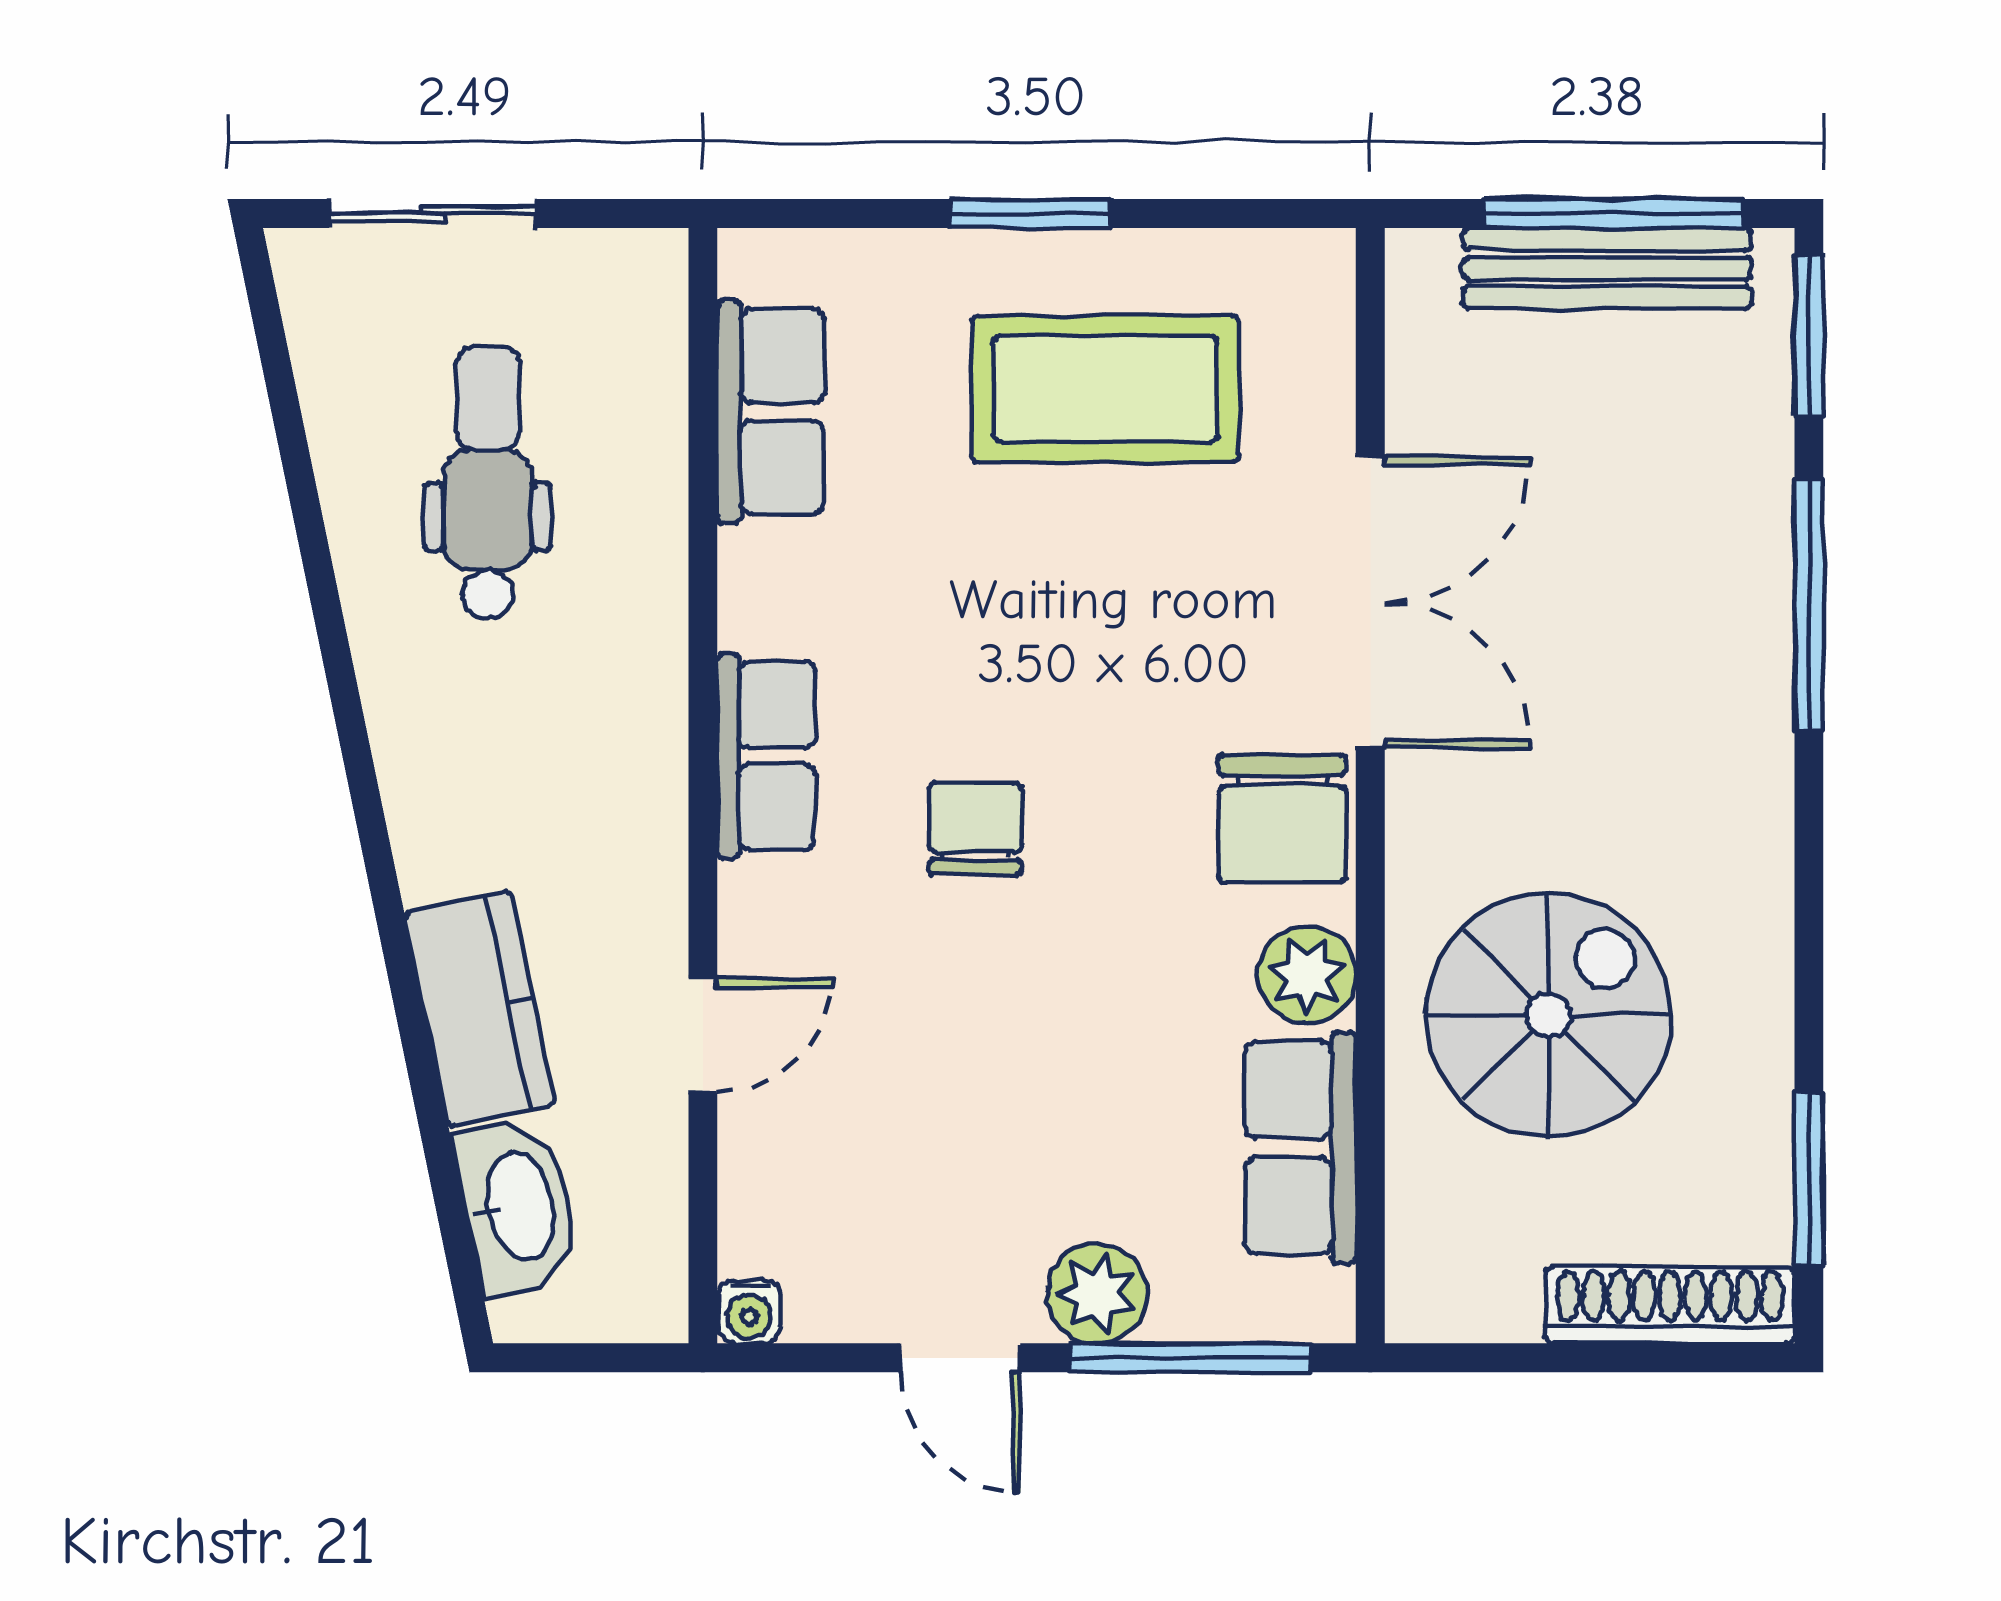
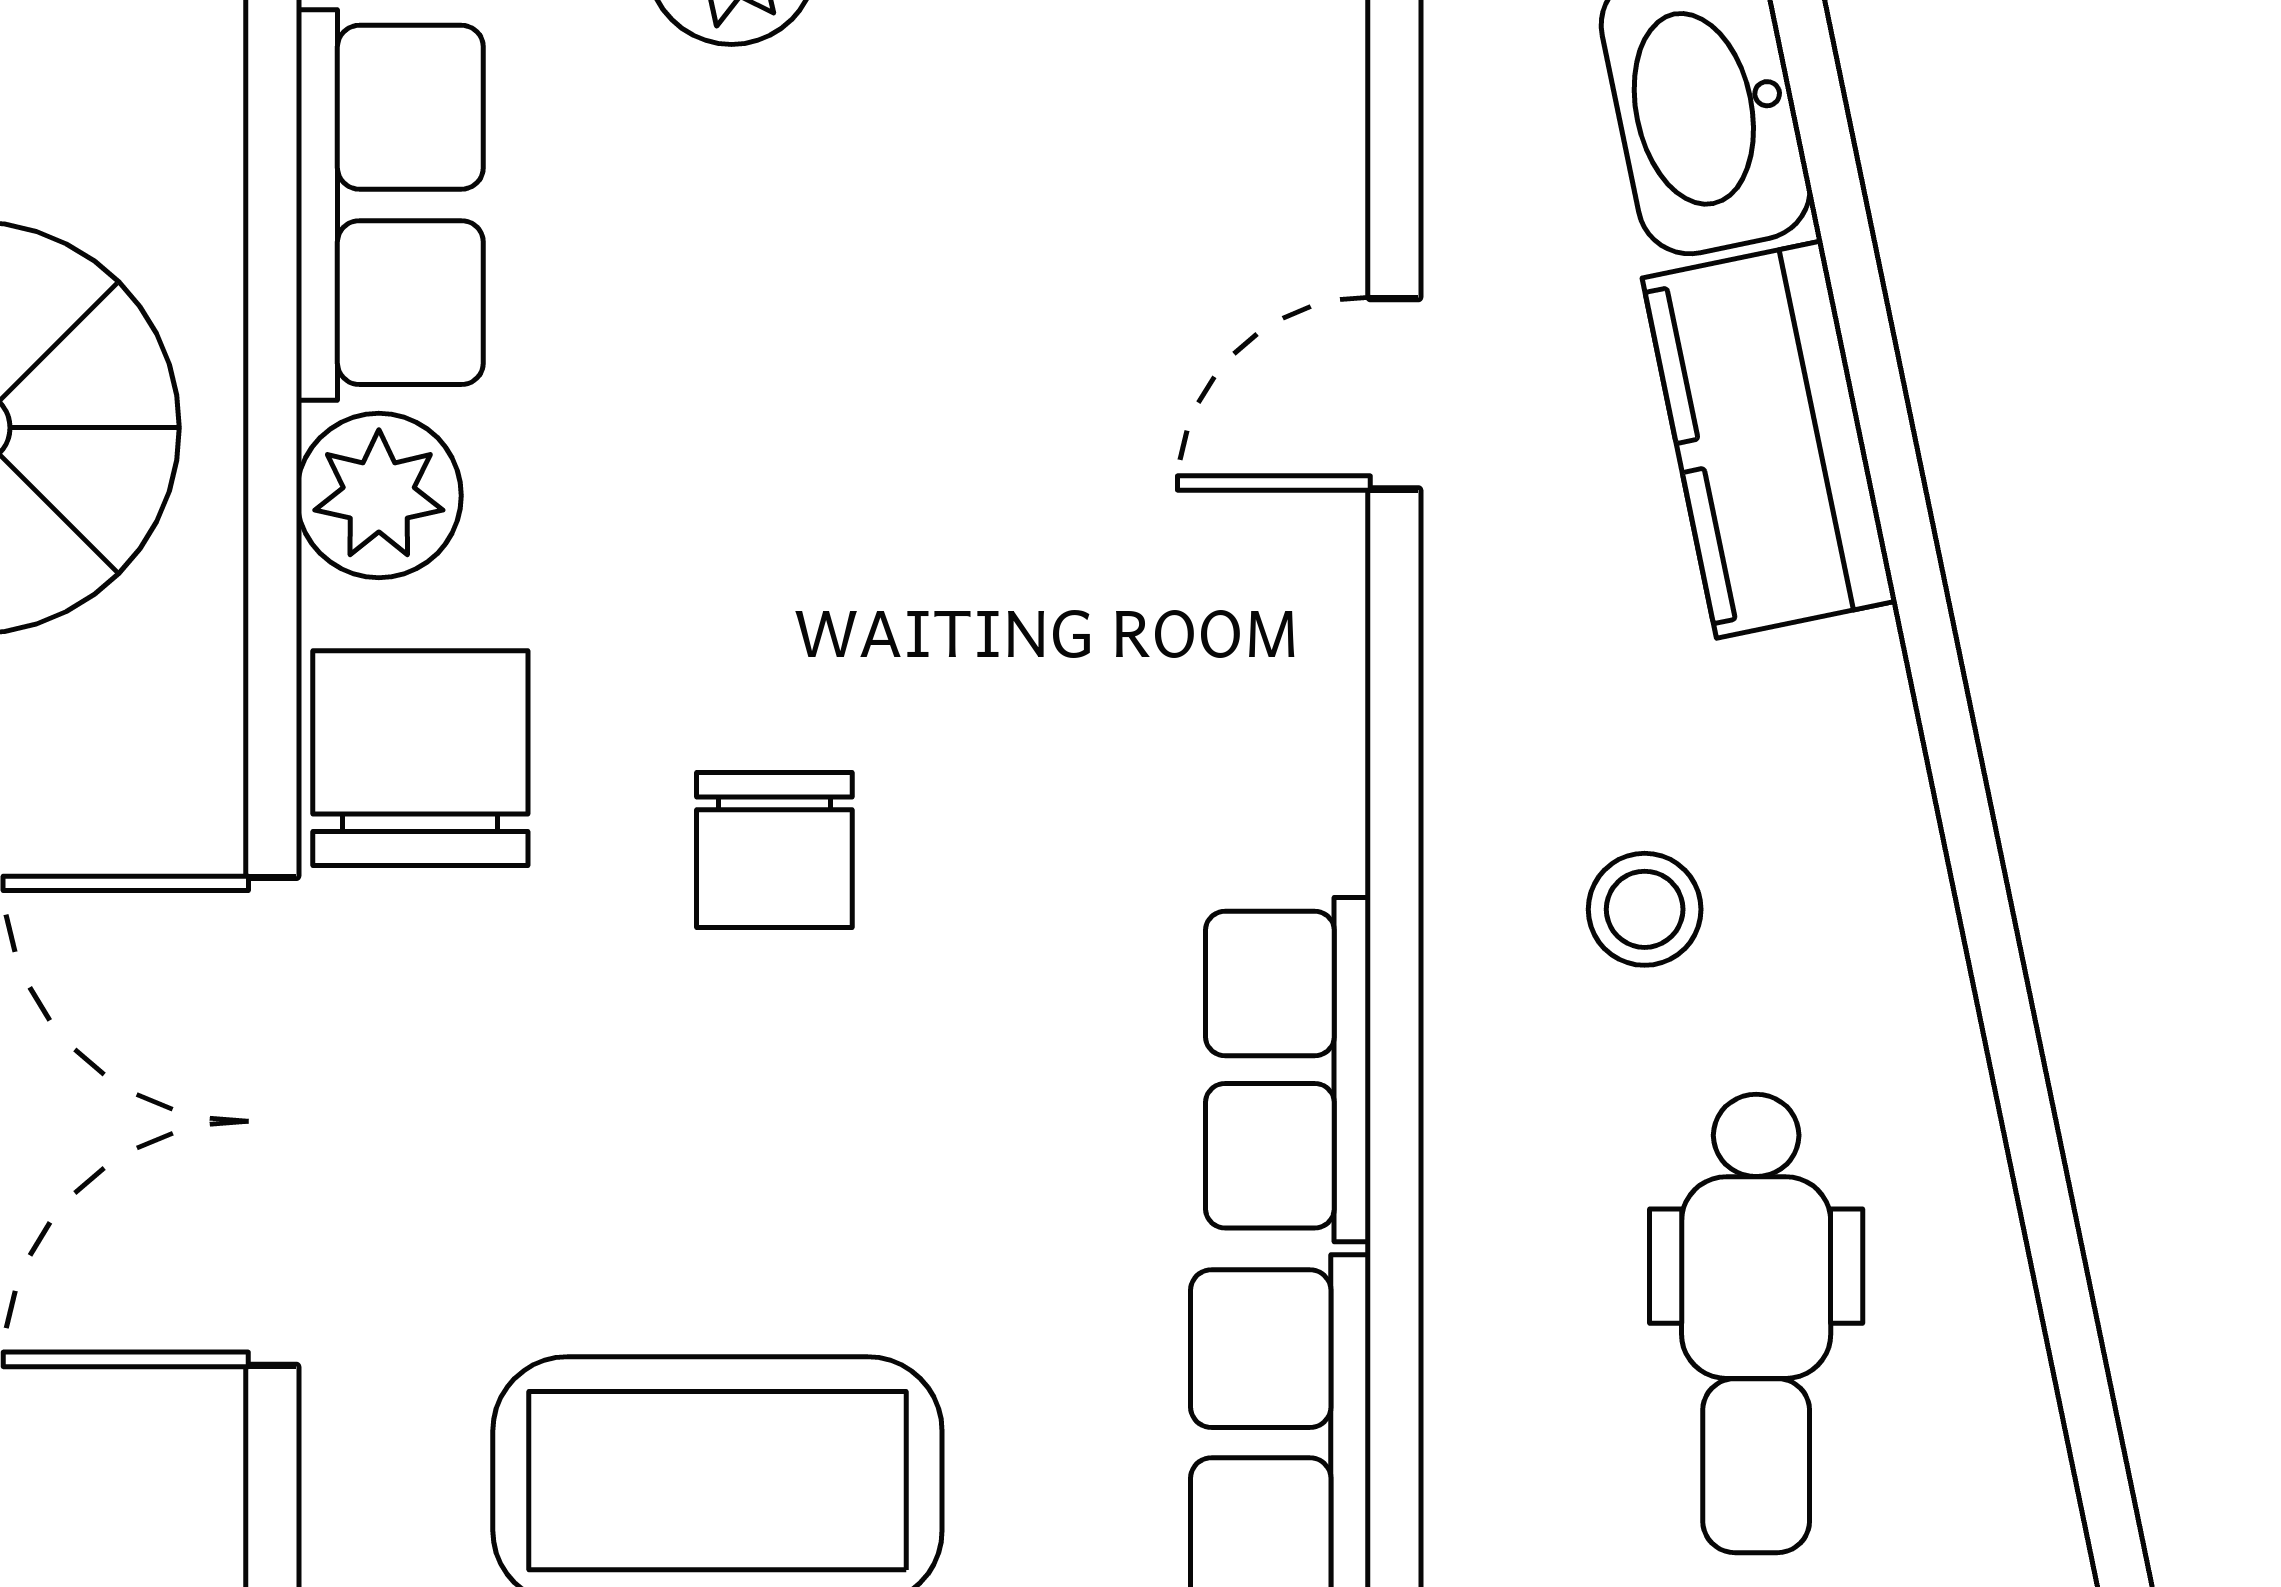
stool: (554, 729) -> (1645, 909), added
row of seats: (766, 756) -> (1288, 1070), moved
chair: (975, 828) -> (774, 850), moved

